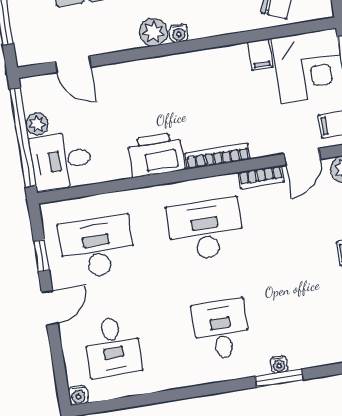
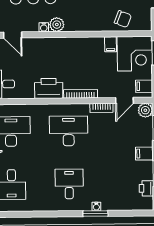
water cooler: (179, 33) -> (44, 27), moved

